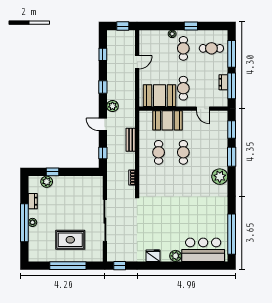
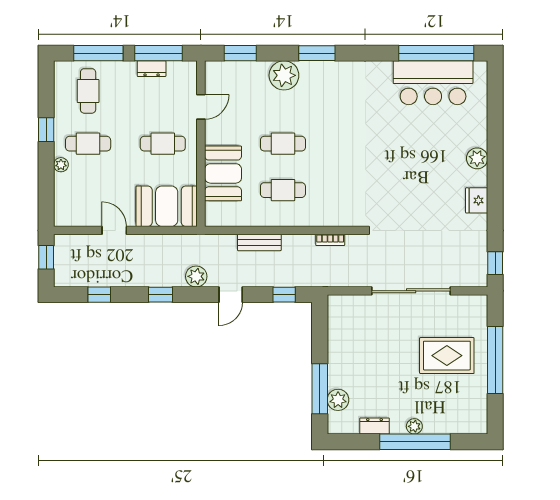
booth: (160, 96) -> (167, 206), moved, turned 90
window: (232, 157) -> (317, 53), moved
window: (53, 172) -> (320, 389), width x2.17
plant: (220, 177) -> (284, 75), moved
rug: (70, 240) -> (447, 356), turned 90
bar counter: (203, 250) -> (433, 83), moved, turned -90

